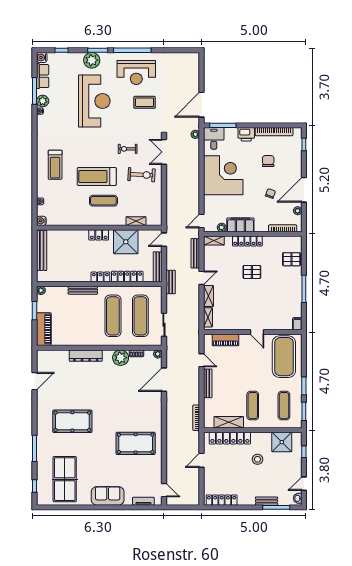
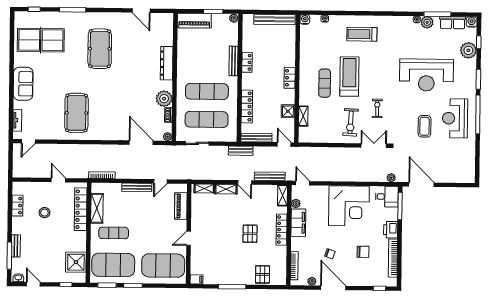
plant: (92, 60) -> (468, 50), moved
shower: (126, 242) -> (288, 111), width x0.54, depth x0.54
locker: (100, 277) -> (247, 62), moved
exercise mat: (284, 406) -> (113, 265), width x2.00, depth x1.45
stool: (257, 459) -> (45, 213), moved
locker: (222, 500) -> (17, 206), width x0.66

